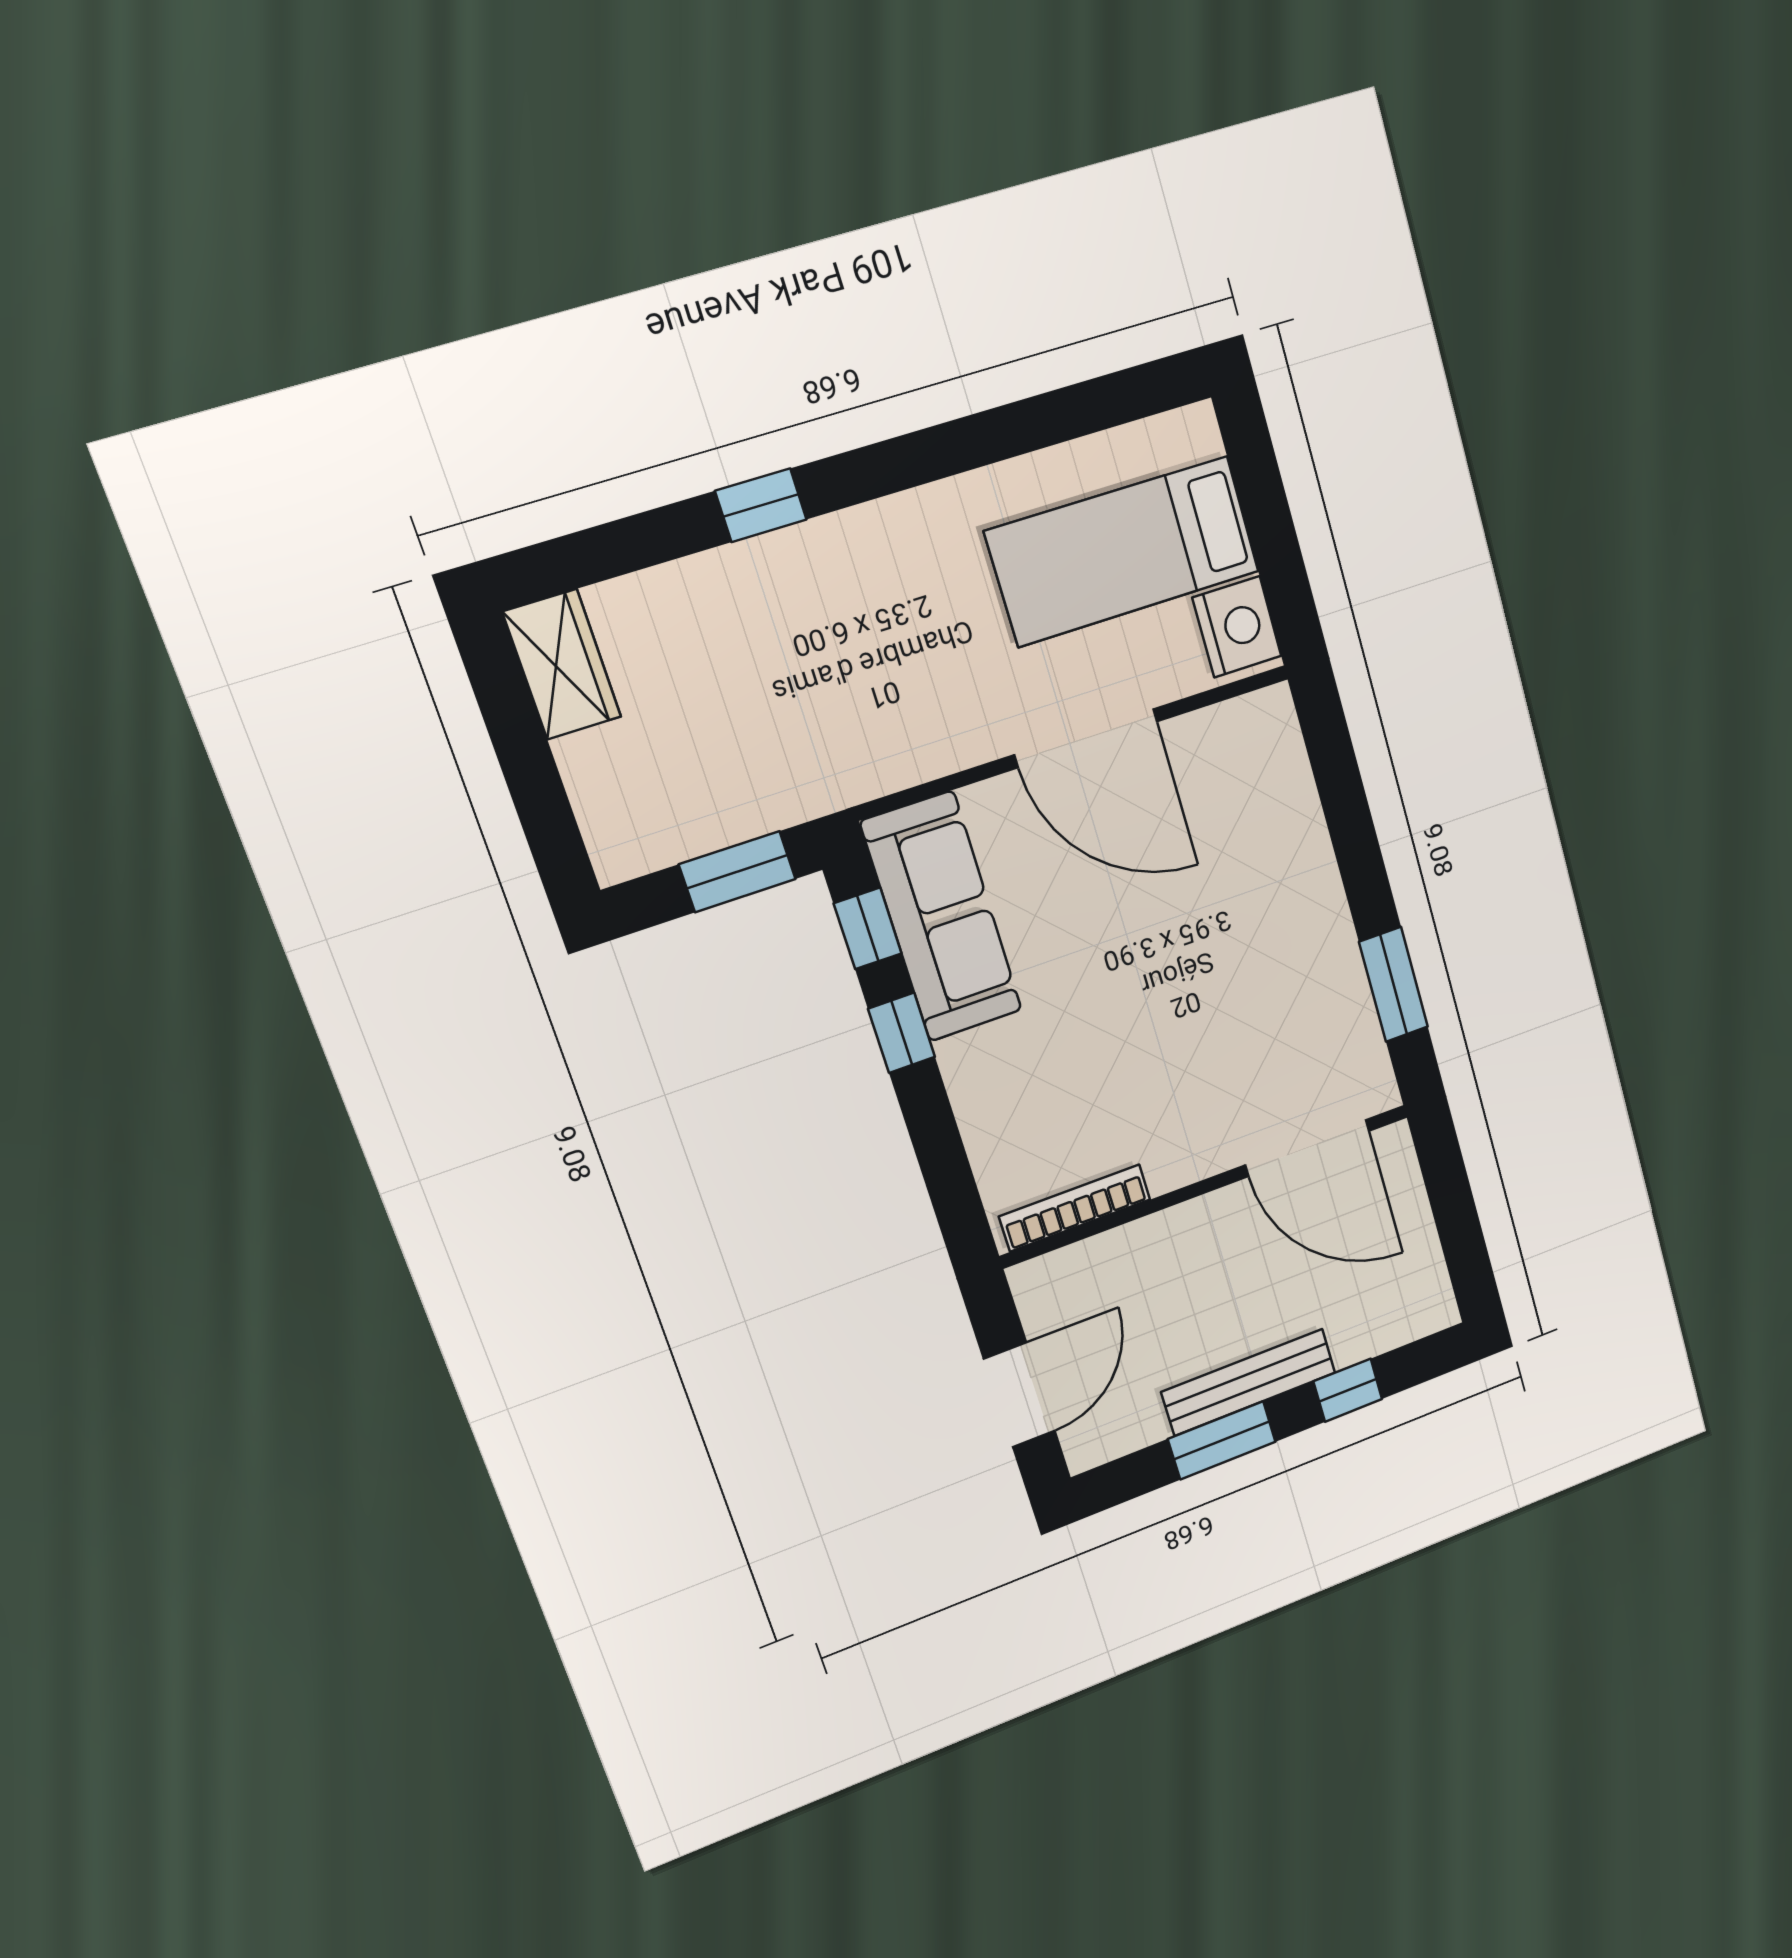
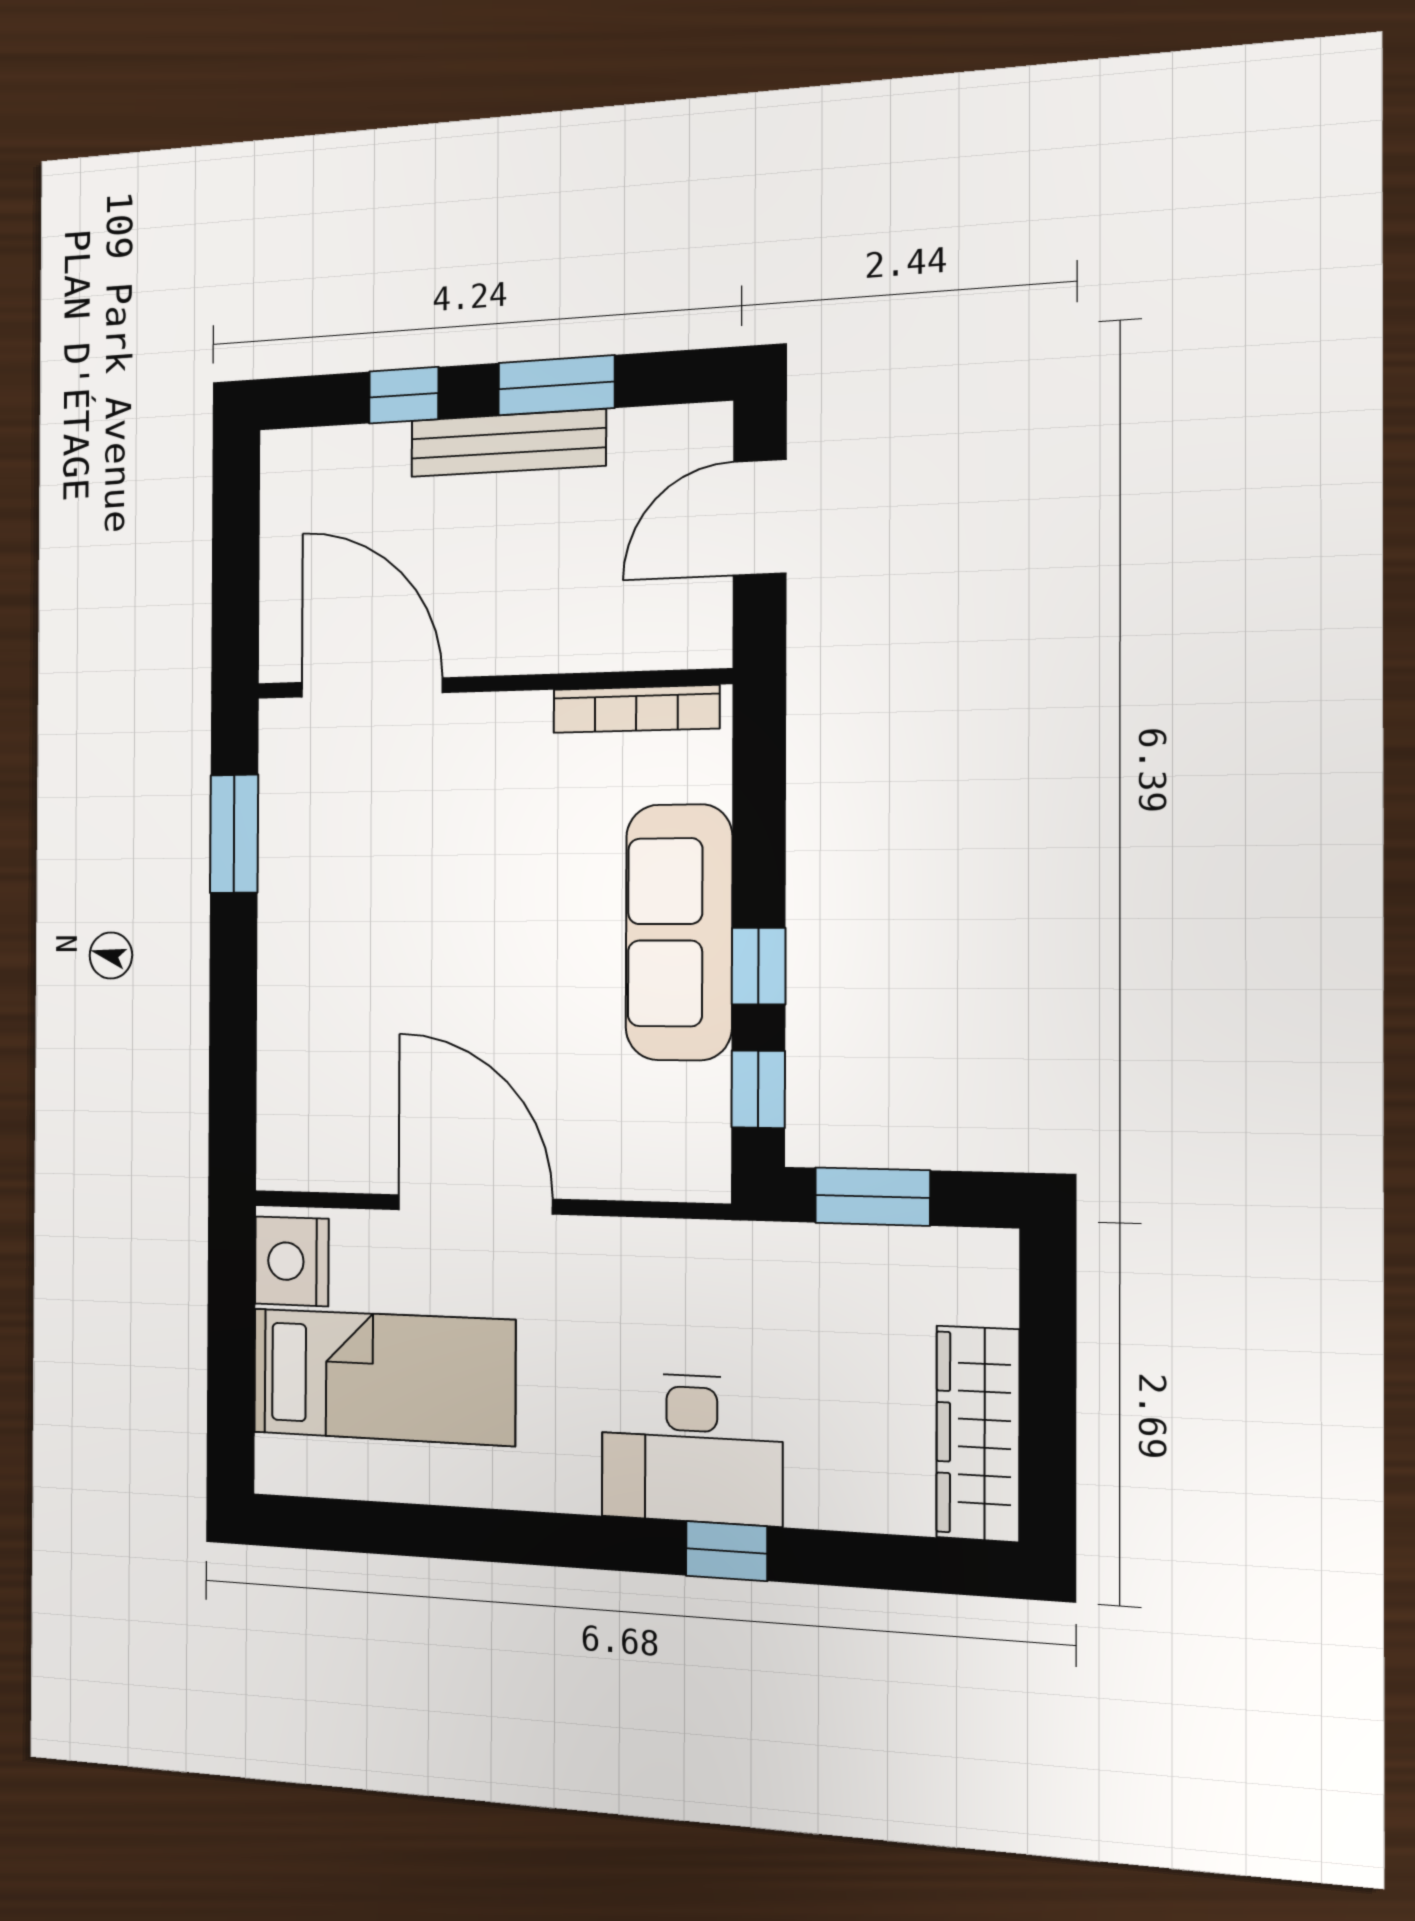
desk: (823, 588) -> (692, 1449), added
wardrobe: (562, 664) -> (978, 1434), width x1.50
sofa: (942, 917) -> (679, 932), moved

